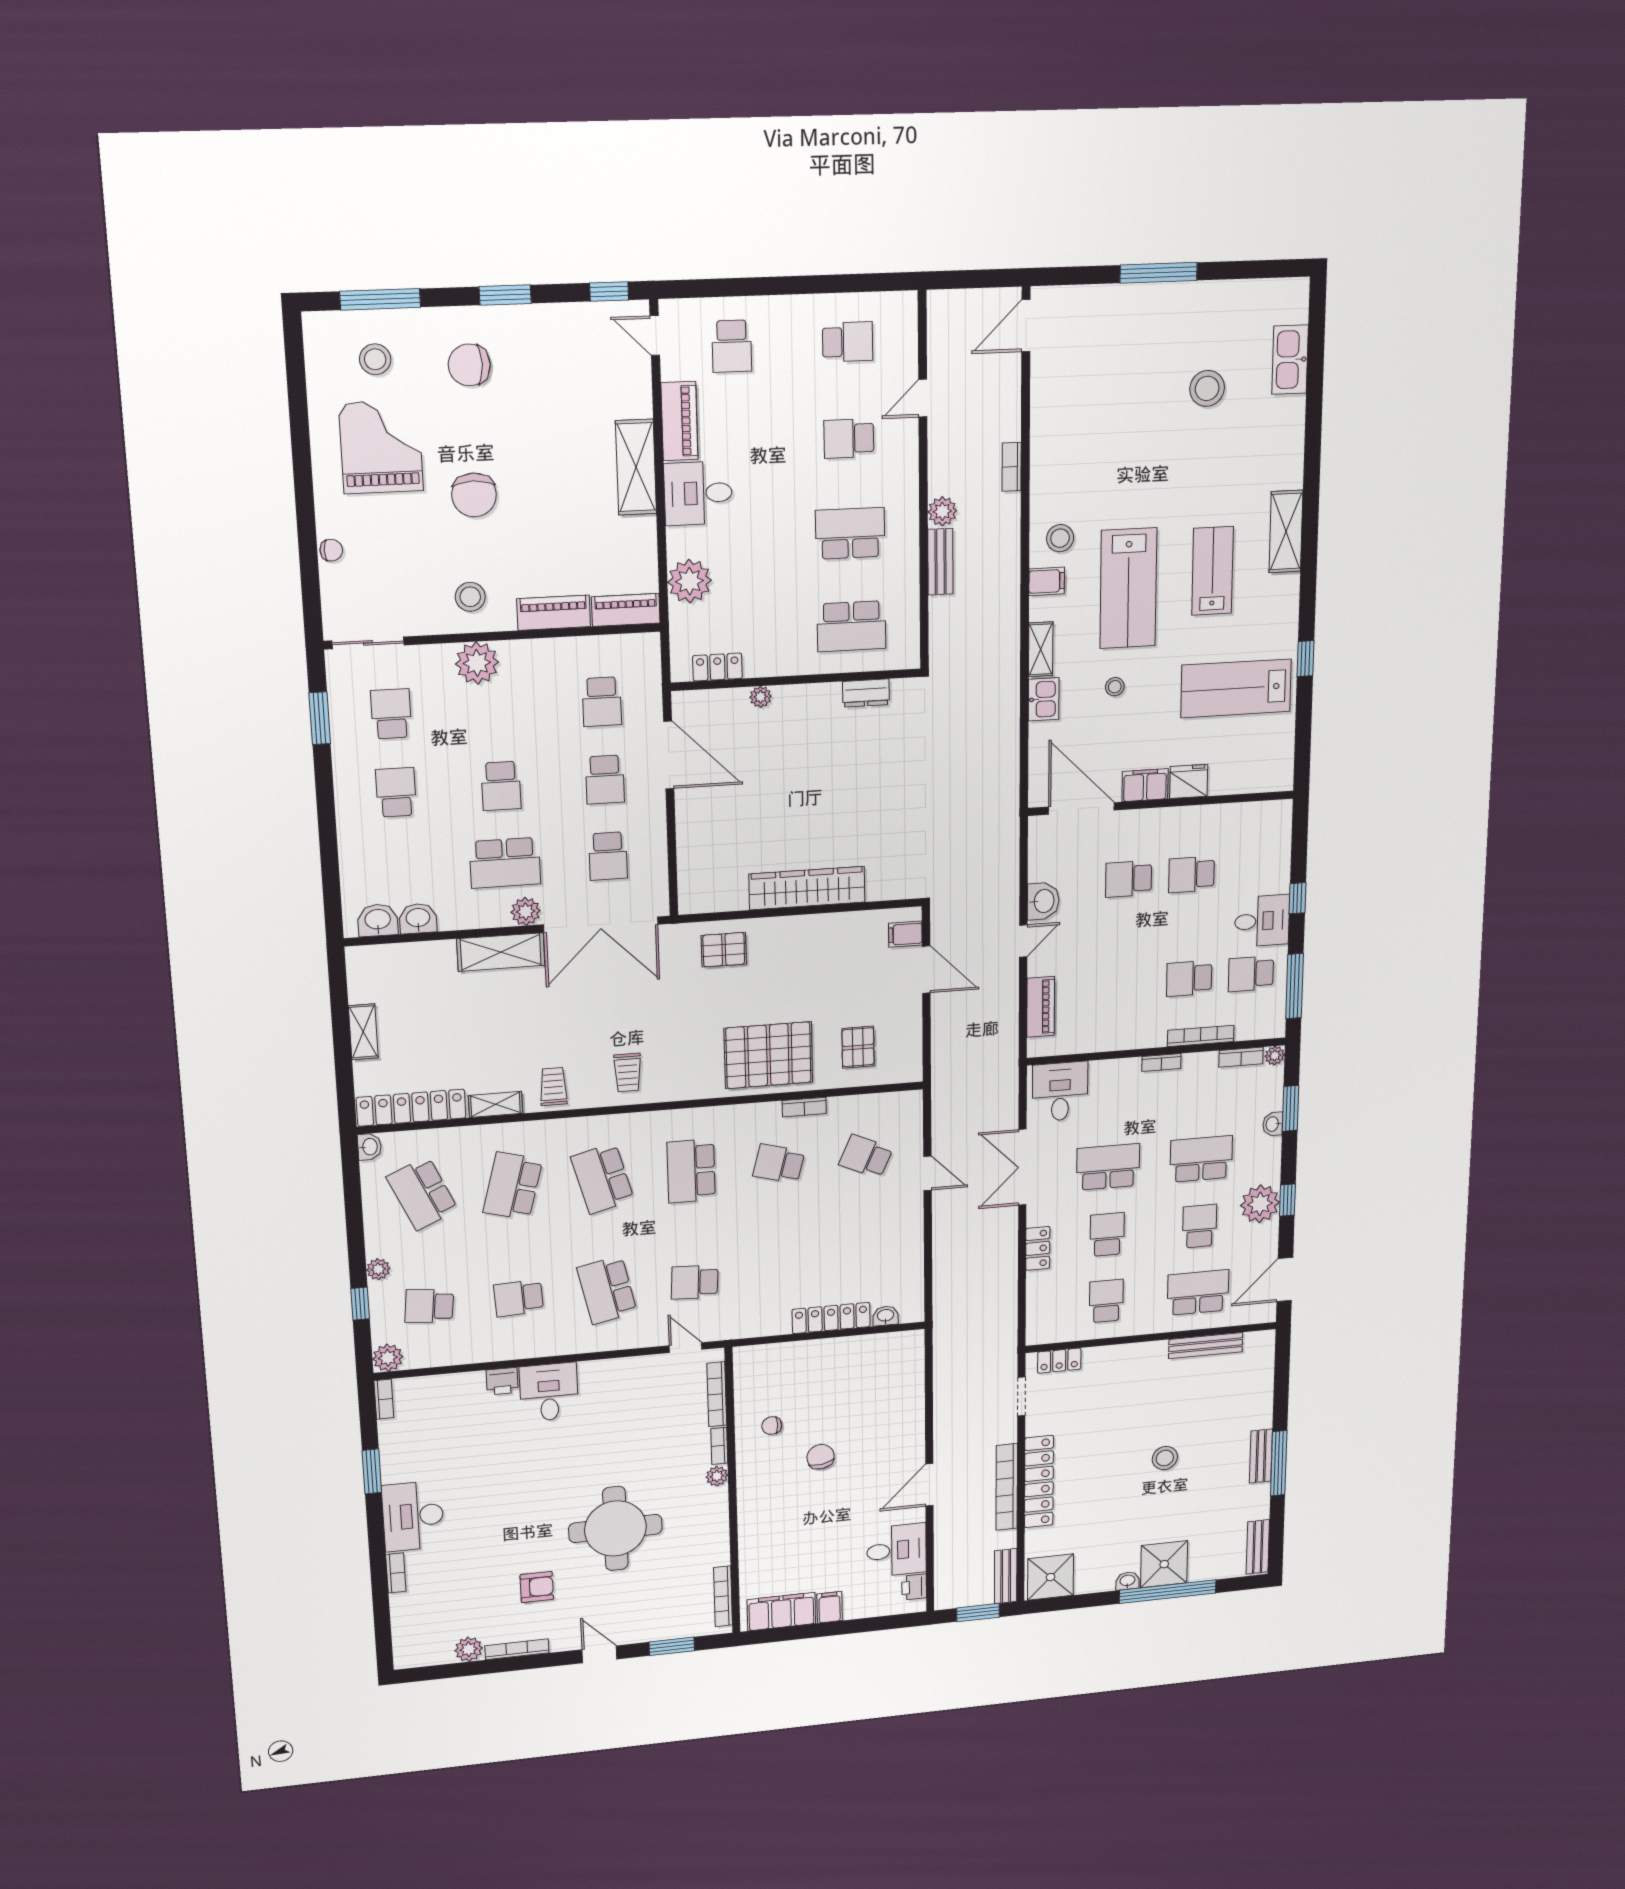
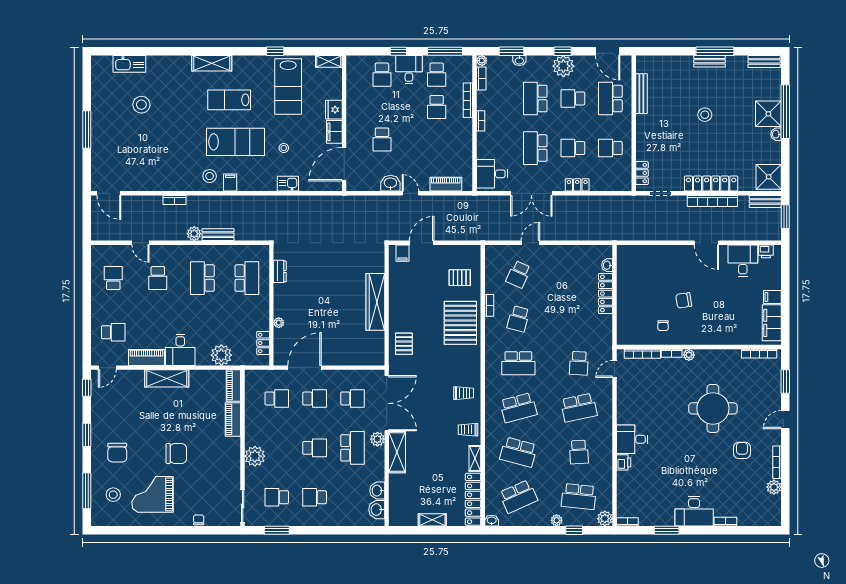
stool: (470, 597) -> (223, 458), removed
shelving: (1041, 649) -> (329, 61), moved
school desk: (1191, 875) -> (382, 75), moved
school desk: (429, 1306) -> (579, 496), width x1.85

